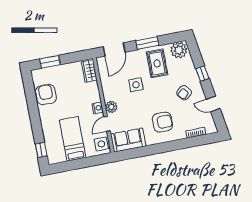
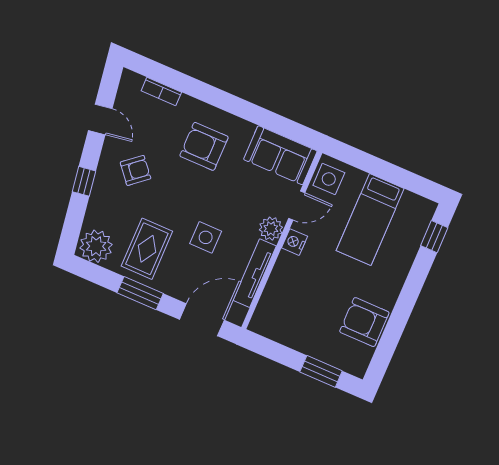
wardrobe: (89, 71) -> (267, 312), removed
tv unit: (105, 84) -> (255, 273), added
armchair: (46, 95) -> (364, 322), turned 90

